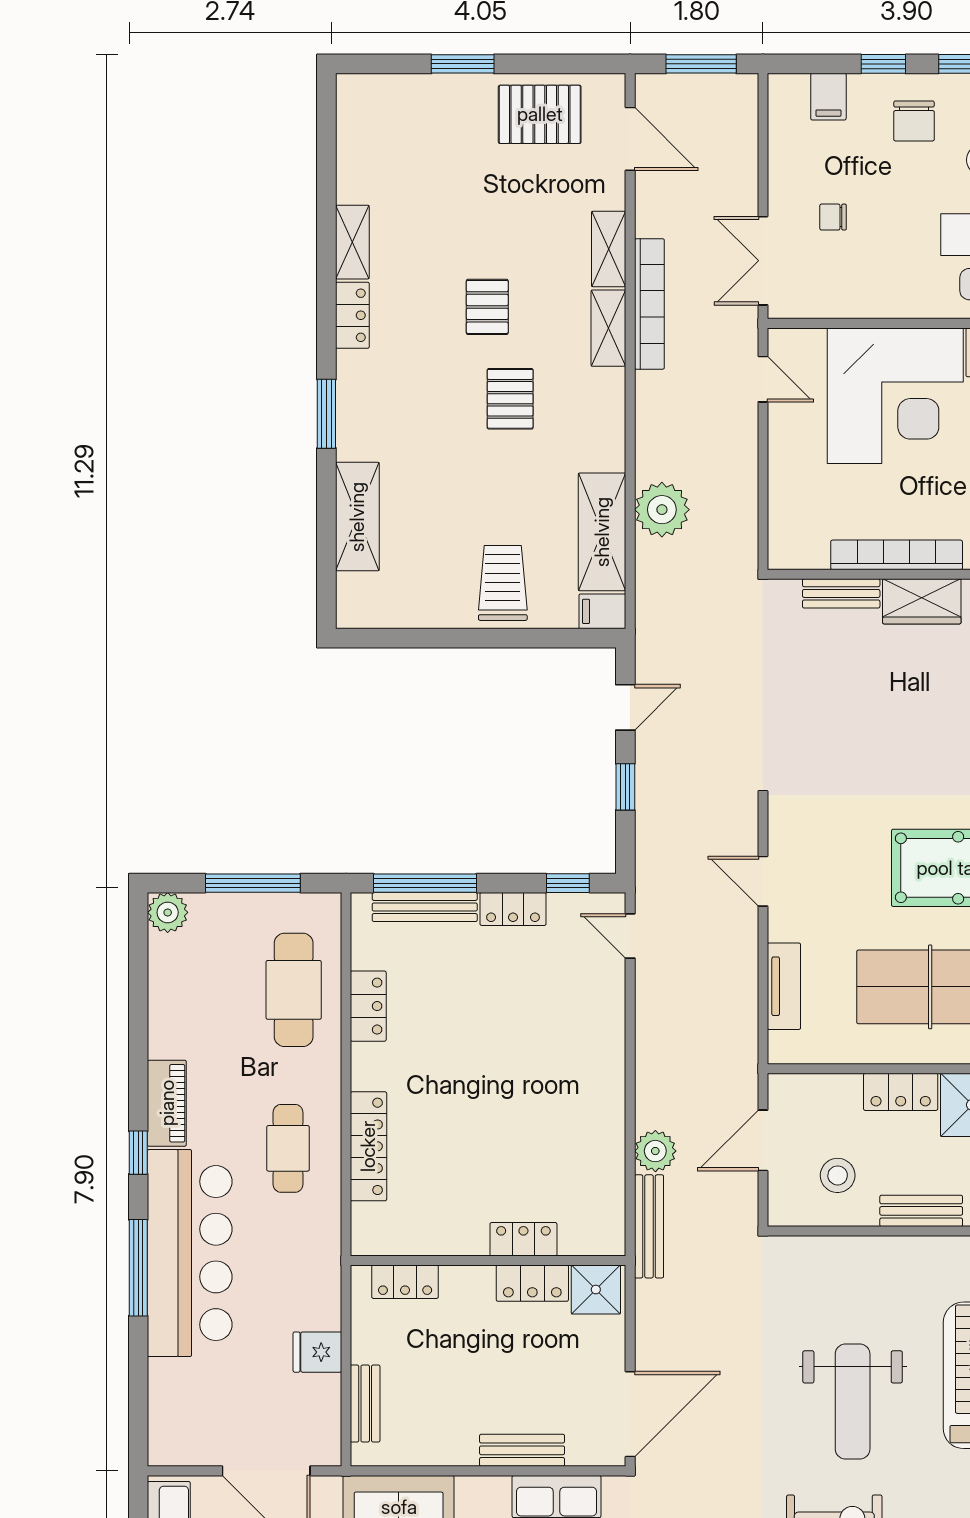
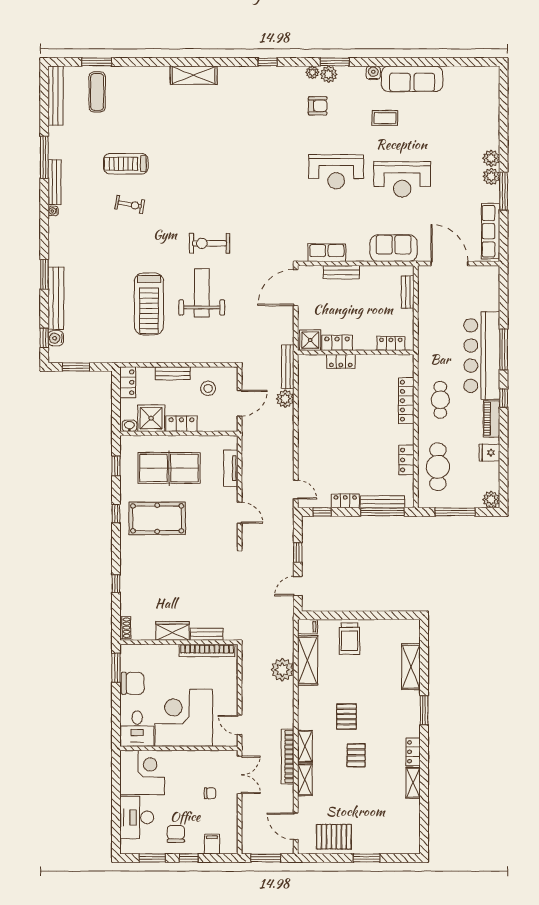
bookcase: (897, 555) -> (207, 651), moved
fridge: (317, 1352) -> (489, 453), moved, turned 180

